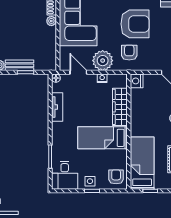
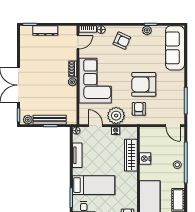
armchair: (135, 24) -> (144, 84), turned 180
bench: (20, 65) -> (50, 120), width x1.36
nightstand: (137, 81) -> (145, 159), moved
bed: (103, 138) -> (94, 185), moved, turned 180

